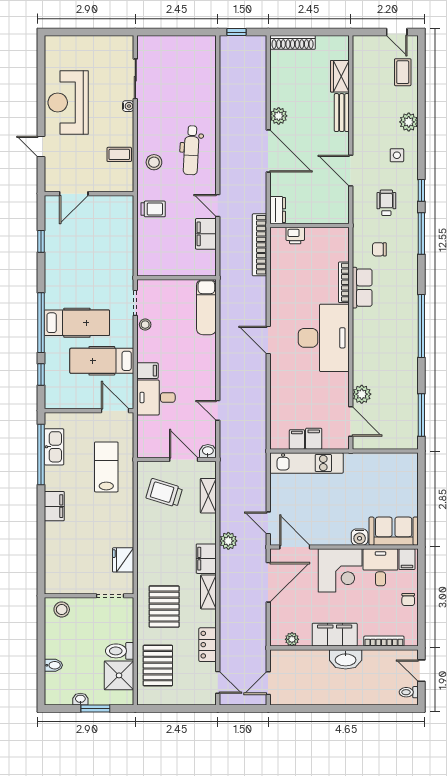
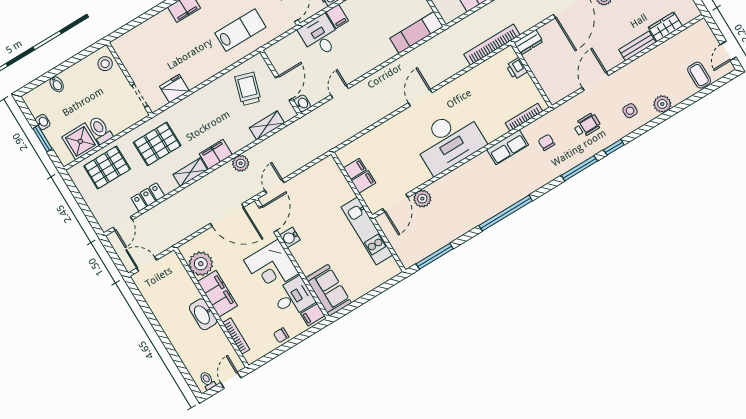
coffee table: (403, 72) -> (699, 75), turned 90
bookcase: (344, 282) -> (524, 117), moved
kitchen unit: (306, 463) -> (367, 231), moved
water cooler: (360, 537) -> (290, 237), moved
plant: (292, 639) -> (201, 264), width x1.88, depth x1.88

